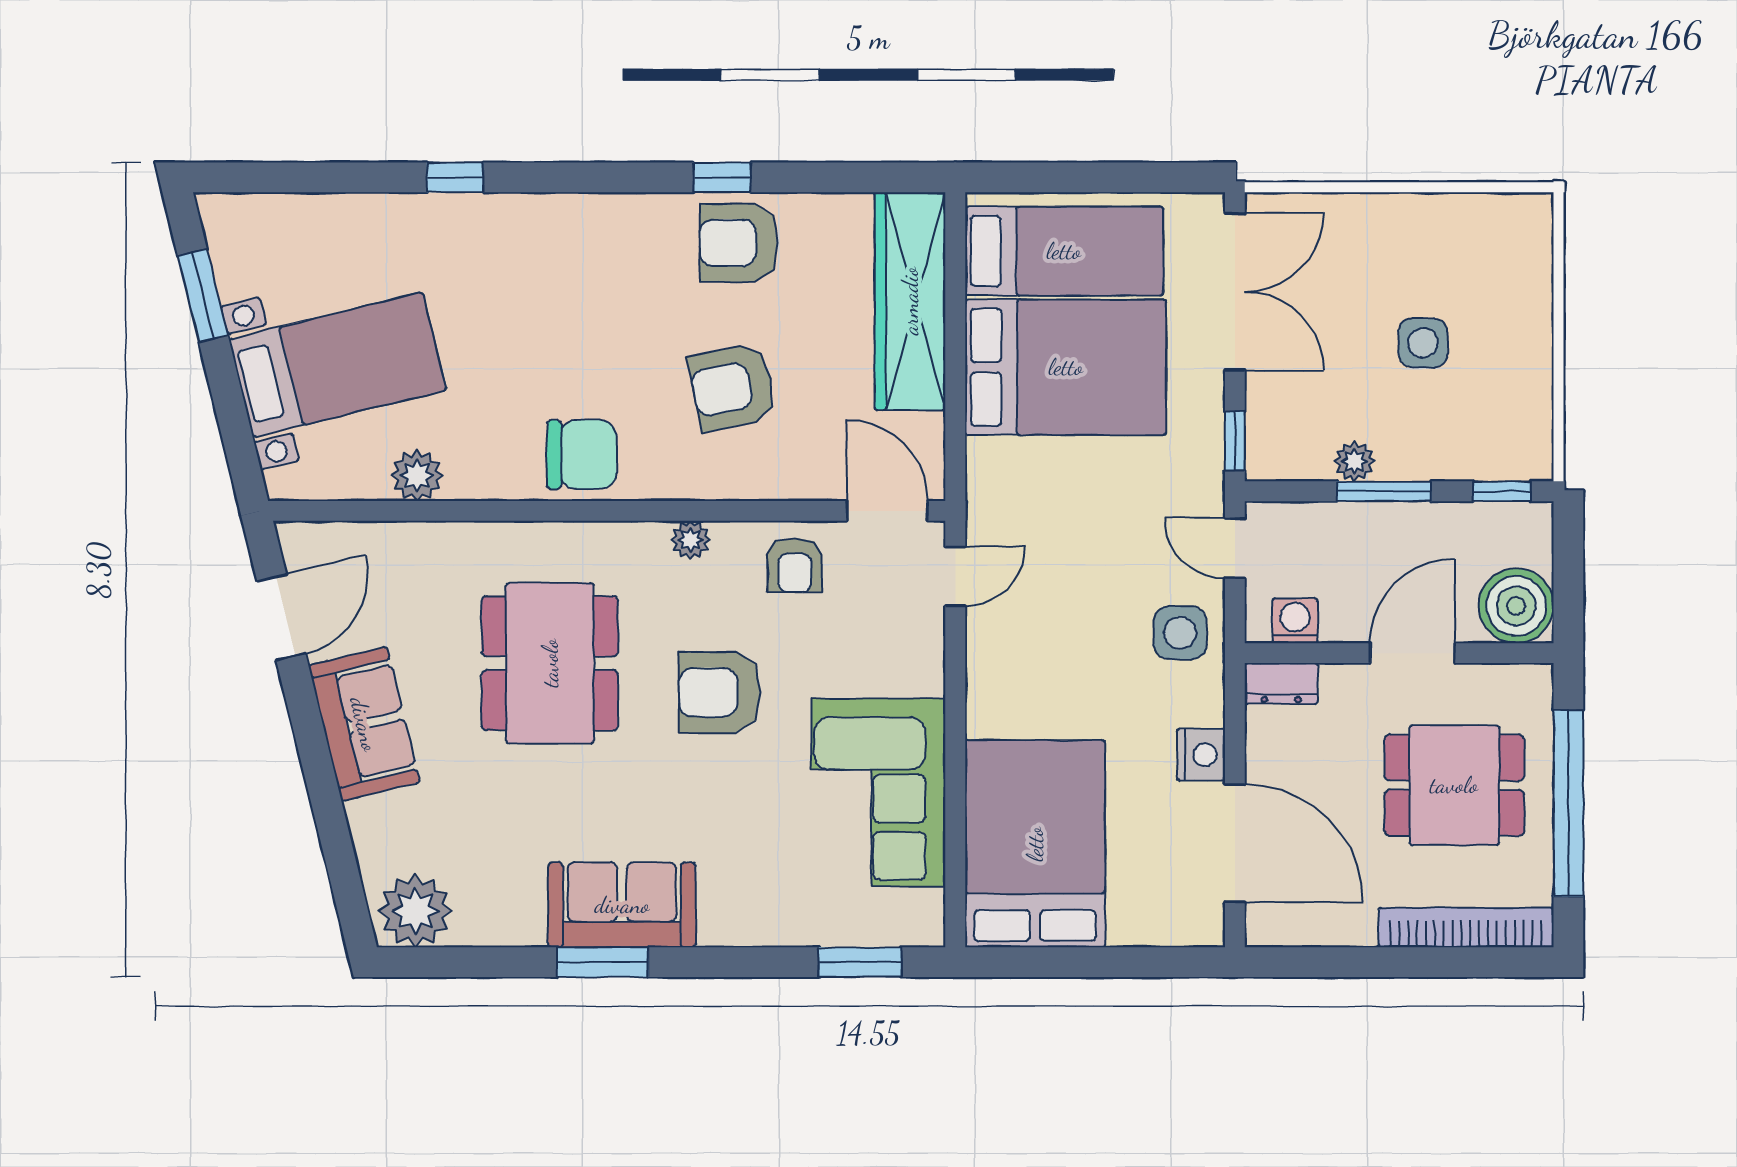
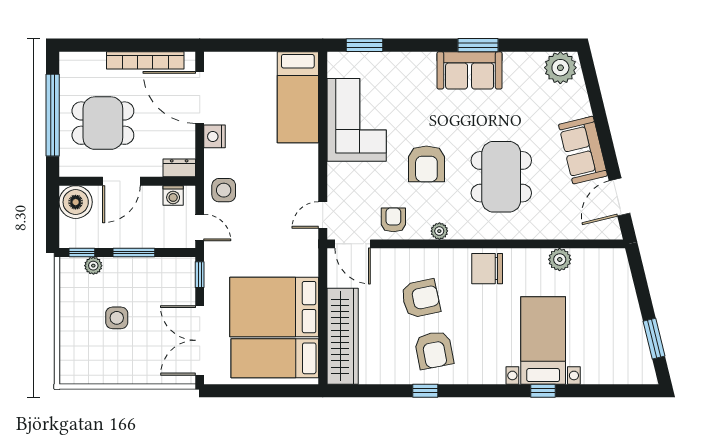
armchair: (739, 243) -> (434, 350), moved, turned 79
bed with nightstands: (337, 365) -> (543, 340), moved, turned 104
plant: (1355, 461) -> (93, 266), moved
armchair: (720, 692) -> (426, 164), turned 90
bed: (1035, 844) -> (298, 97), width x0.67
bookcase: (1466, 927) -> (145, 60), moved

